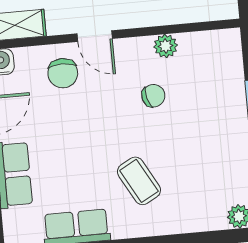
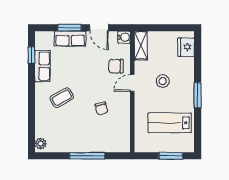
plant: (166, 46) -> (124, 116), removed

